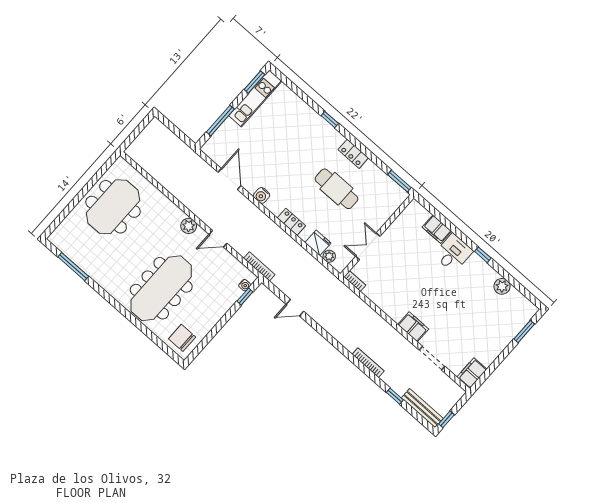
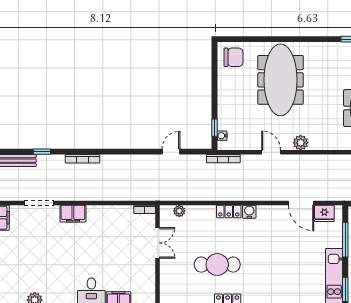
water cooler: (262, 195) -> (249, 212), moved
door: (218, 239) -> (271, 152), hinge flipped
fridge: (318, 243) -> (324, 213), moved

